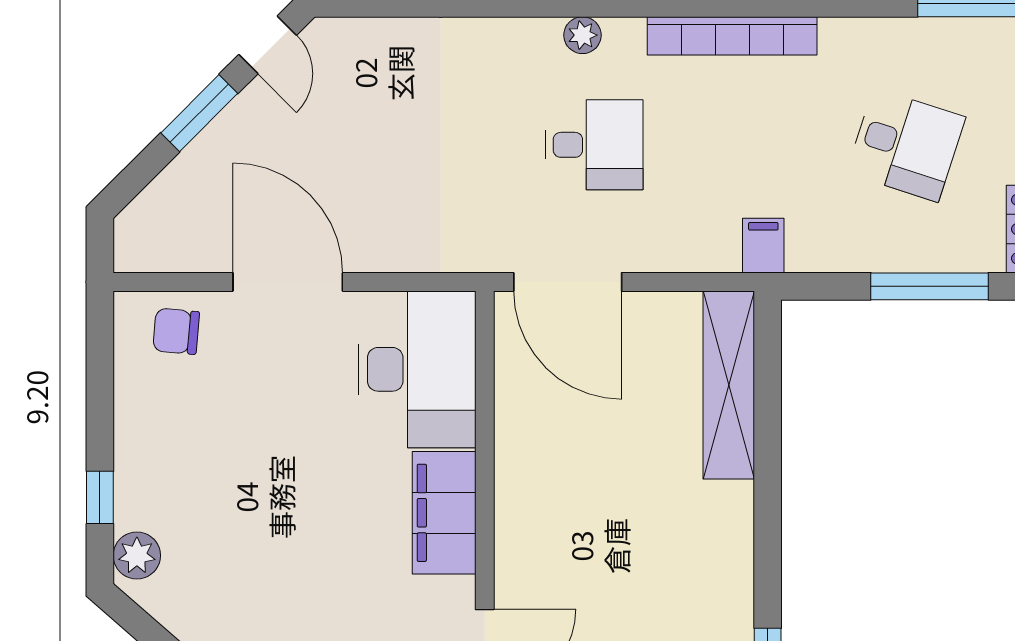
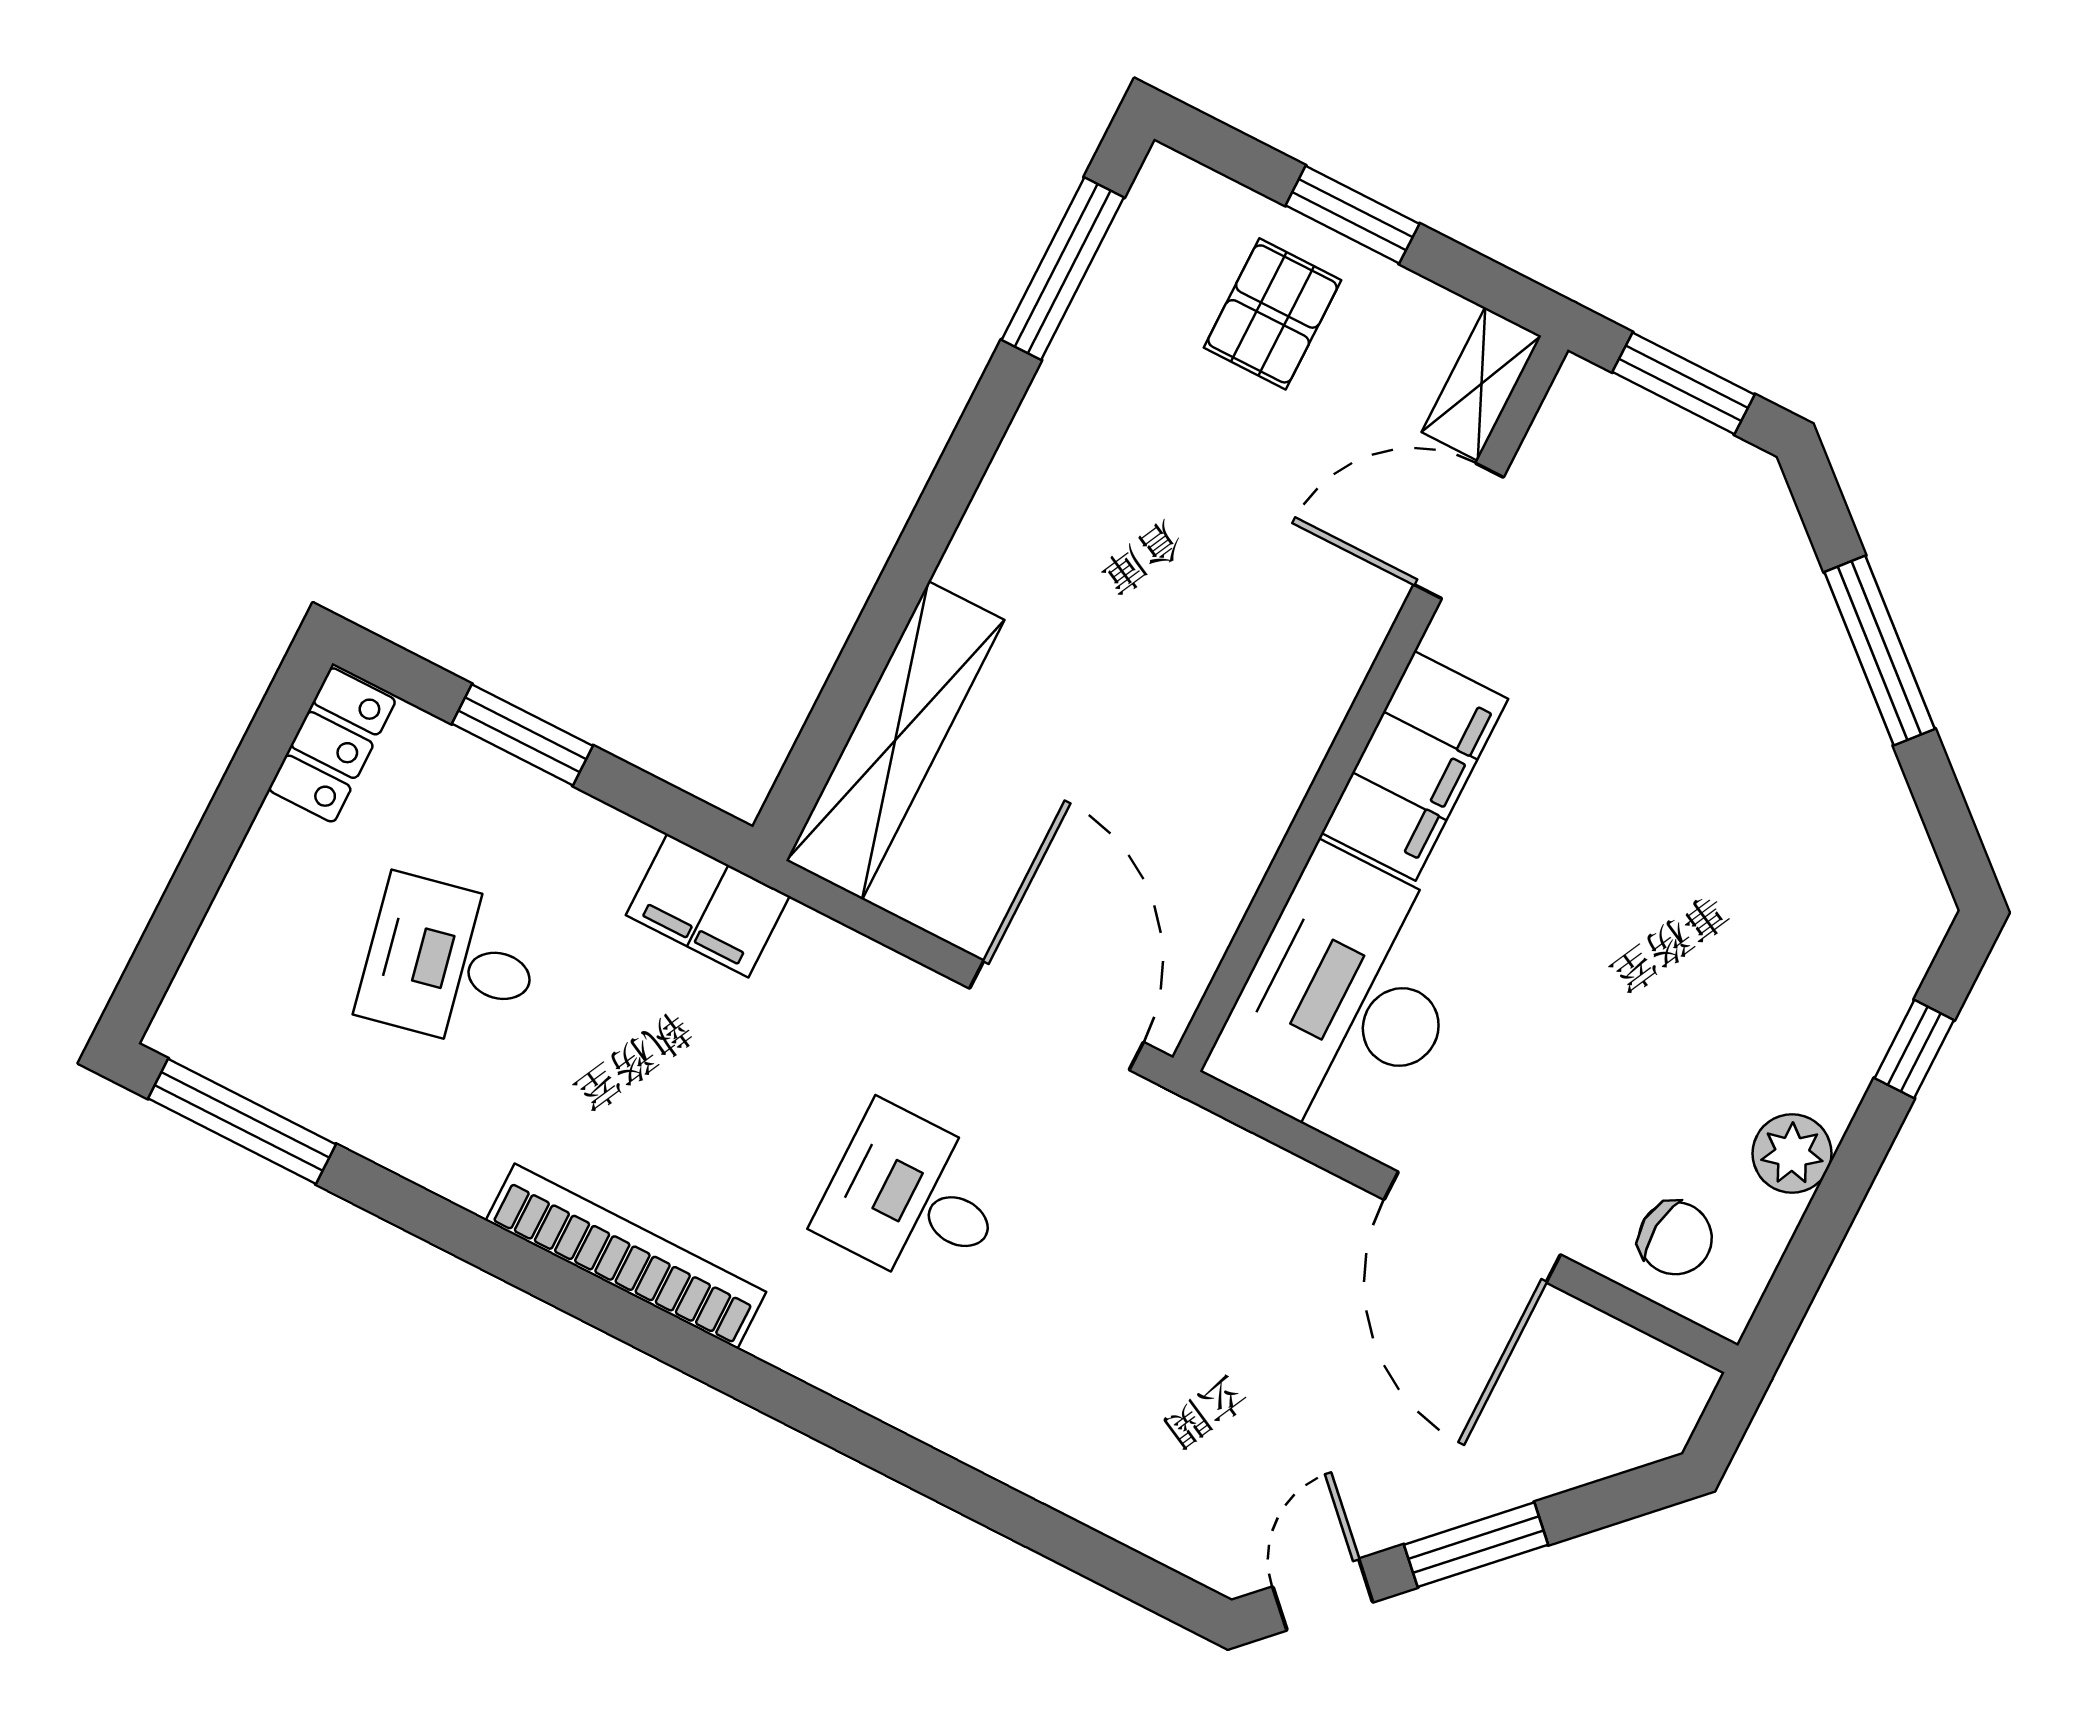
plant: (582, 35) -> (848, 1371), removed
desk: (906, 145) -> (450, 963), turned -30
filing cabinet: (763, 246) -> (708, 906), width x2.00
window: (930, 286) -> (522, 735), width x0.69
plant: (137, 556) -> (1792, 1154), moved

